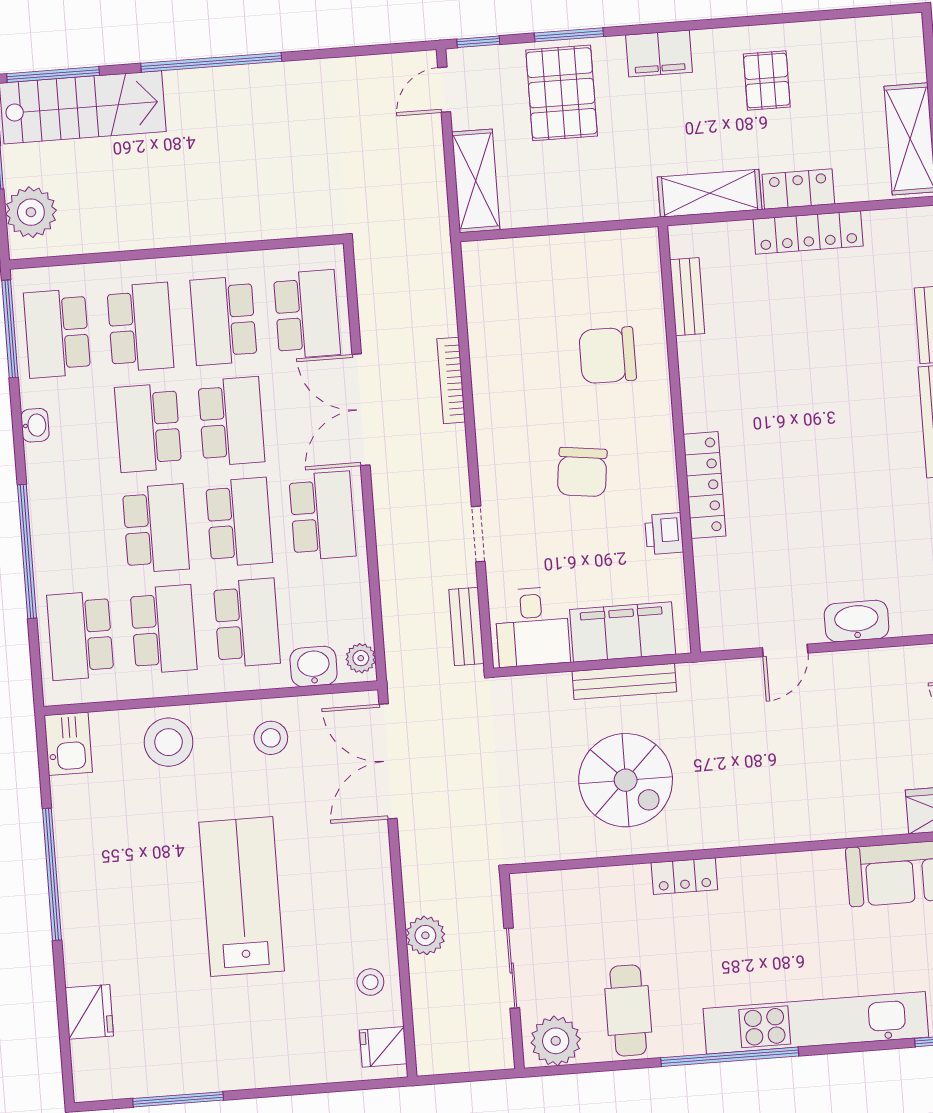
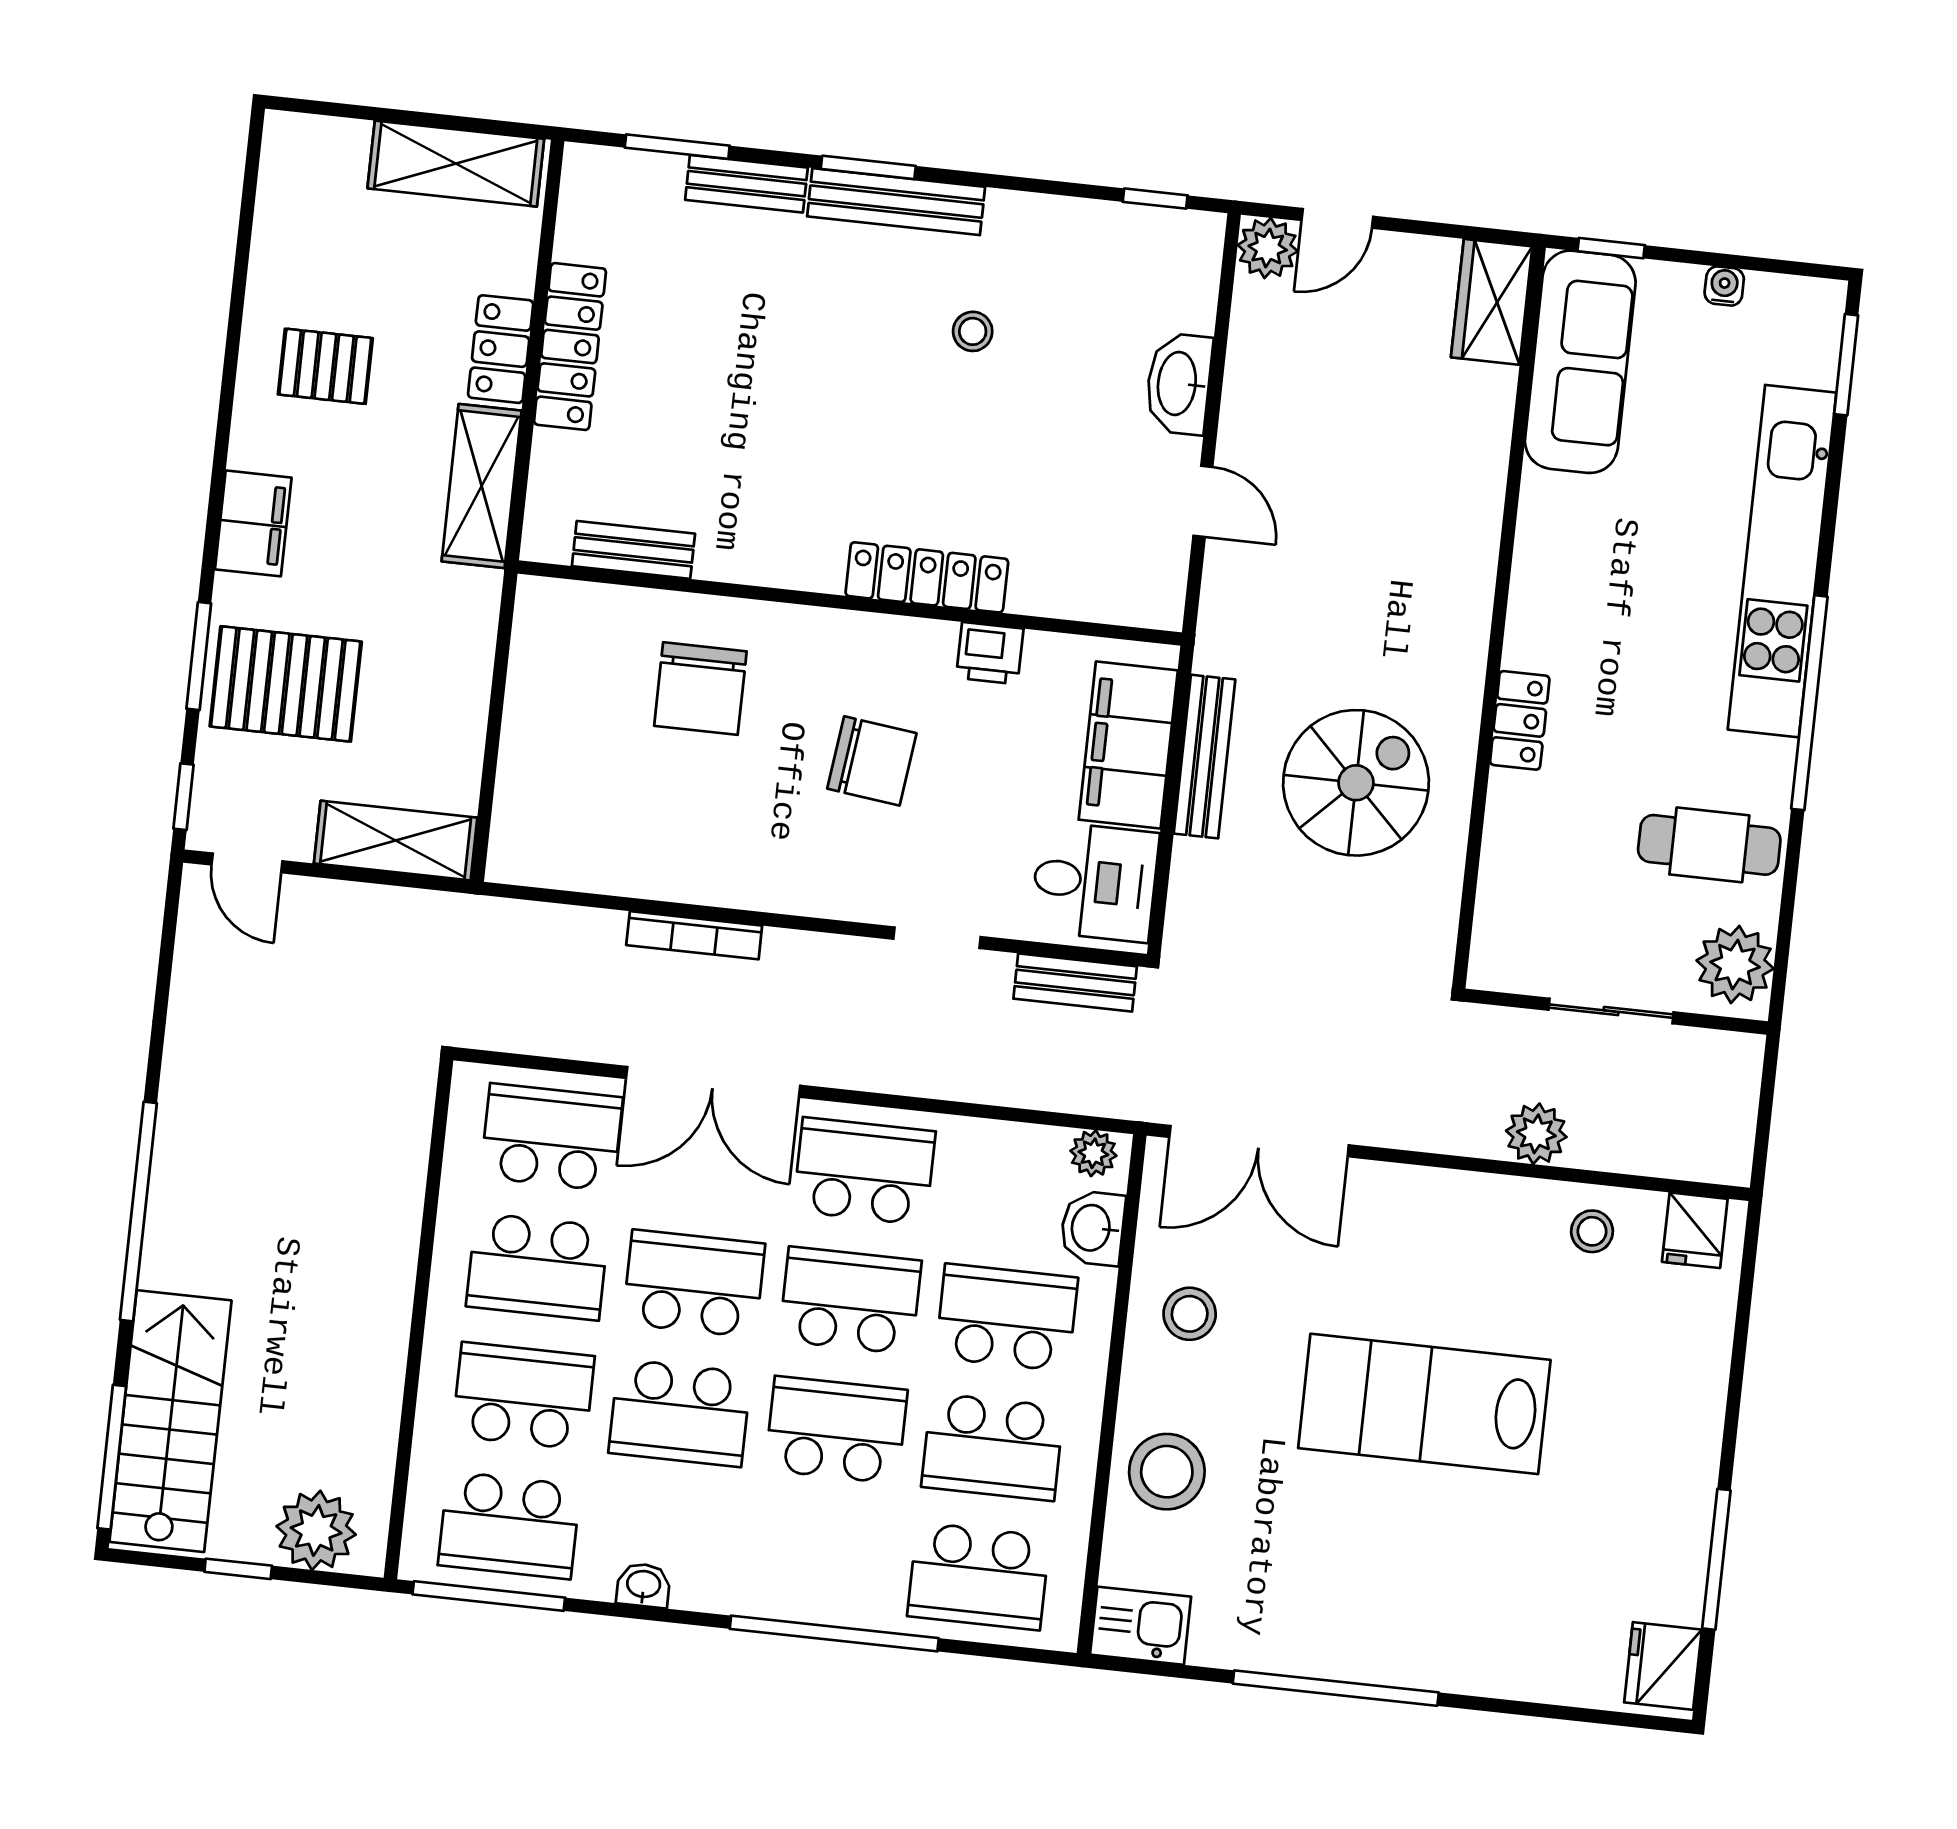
stool: (865, 485) -> (973, 331), added
school desk: (164, 629) -> (993, 1447), turned 180
fridge: (89, 1012) -> (1663, 1666), moved, turned -90

